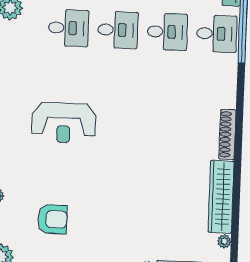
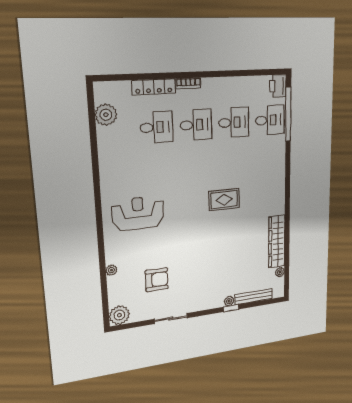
reception desk: (64, 123) -> (138, 213), moved, turned 180
rug: (149, 128) -> (224, 200), added
shoe rack: (227, 134) -> (280, 196), removed

